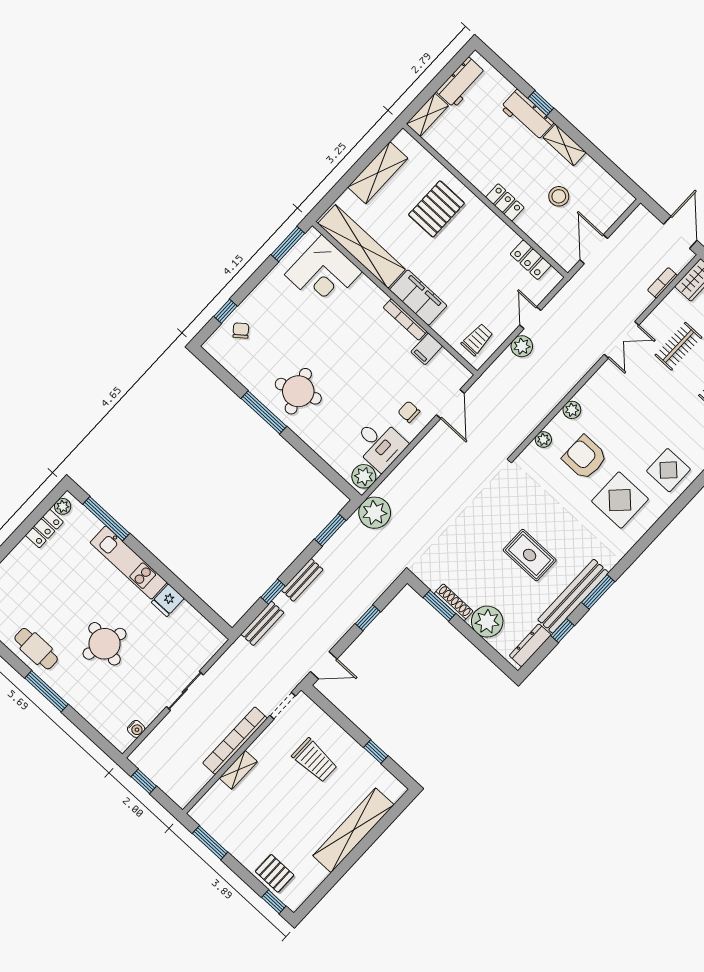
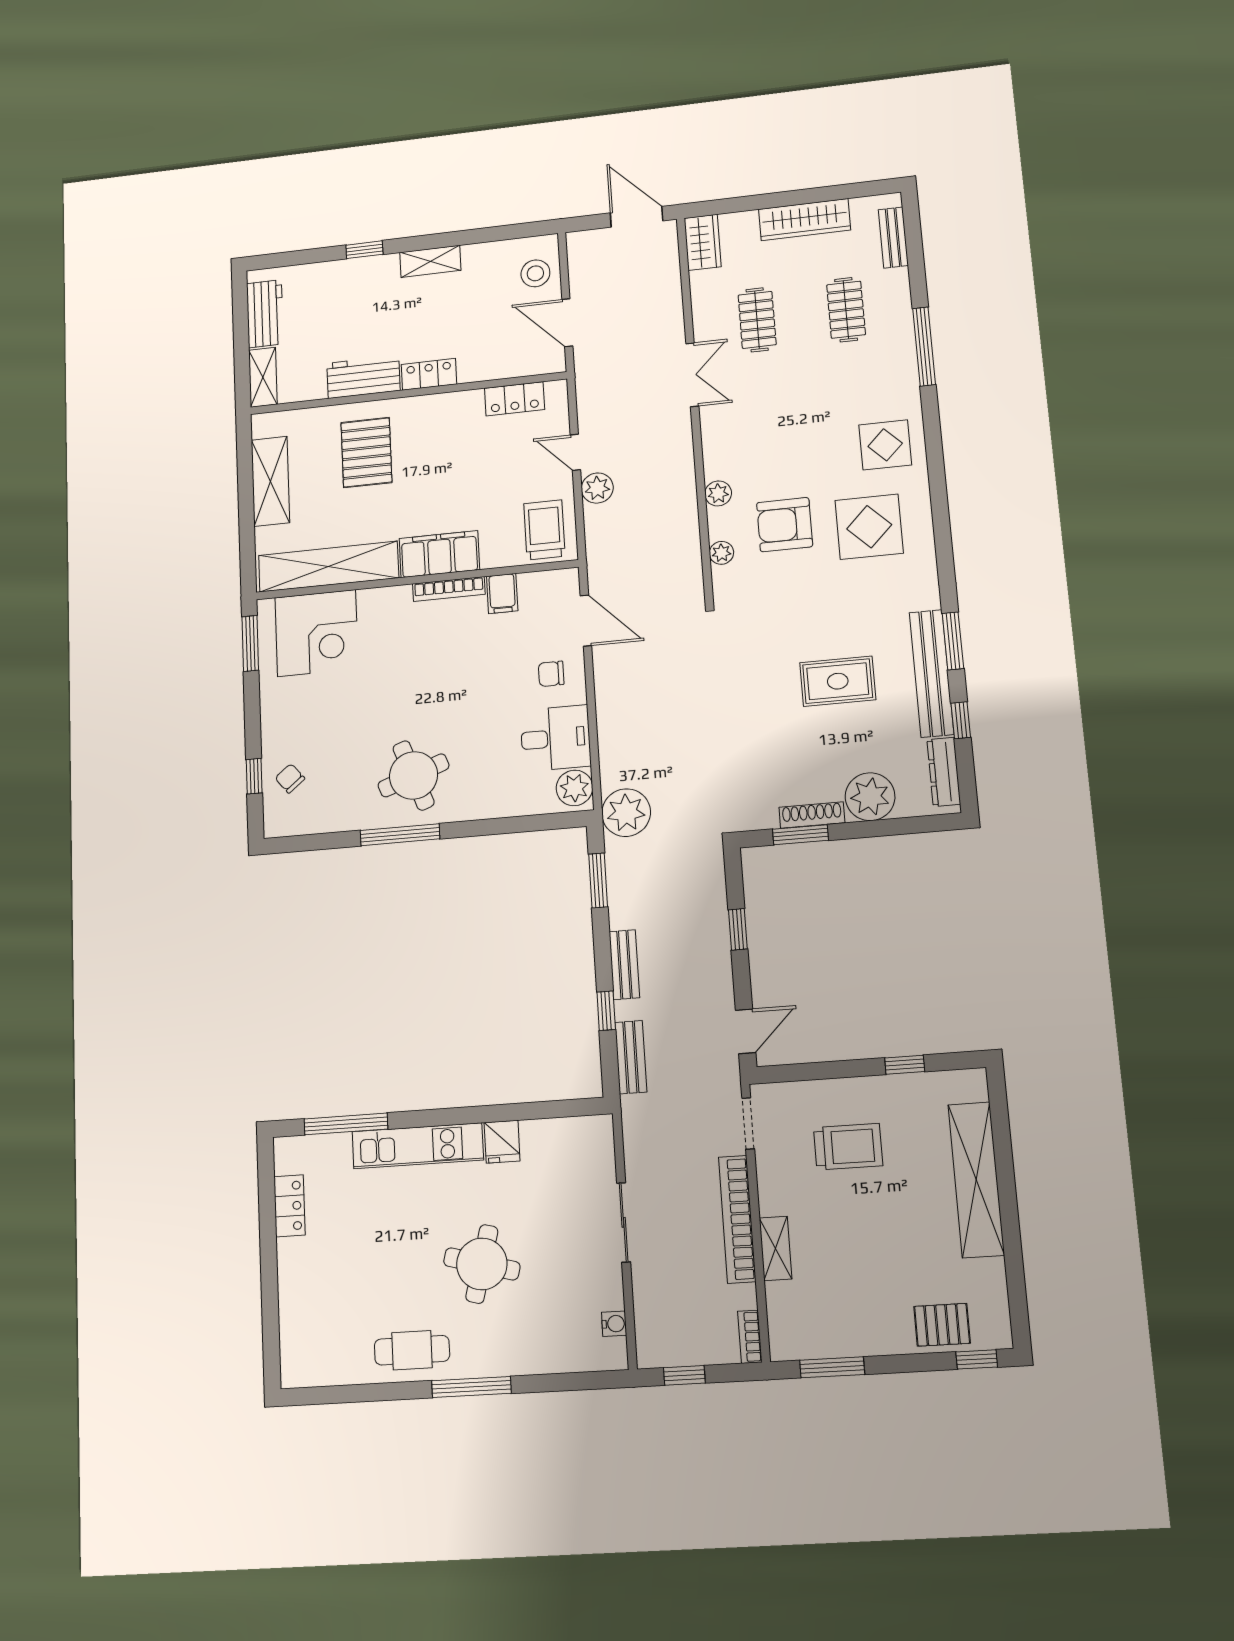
workbench: (527, 115) -> (363, 377), moved, turned 180
stool: (559, 196) -> (535, 273), moved
bookcase: (662, 283) -> (750, 1337), moved
trolley: (477, 340) -> (544, 530), width x1.36, depth x1.39
plant: (63, 506) -> (286, 1161), removed

